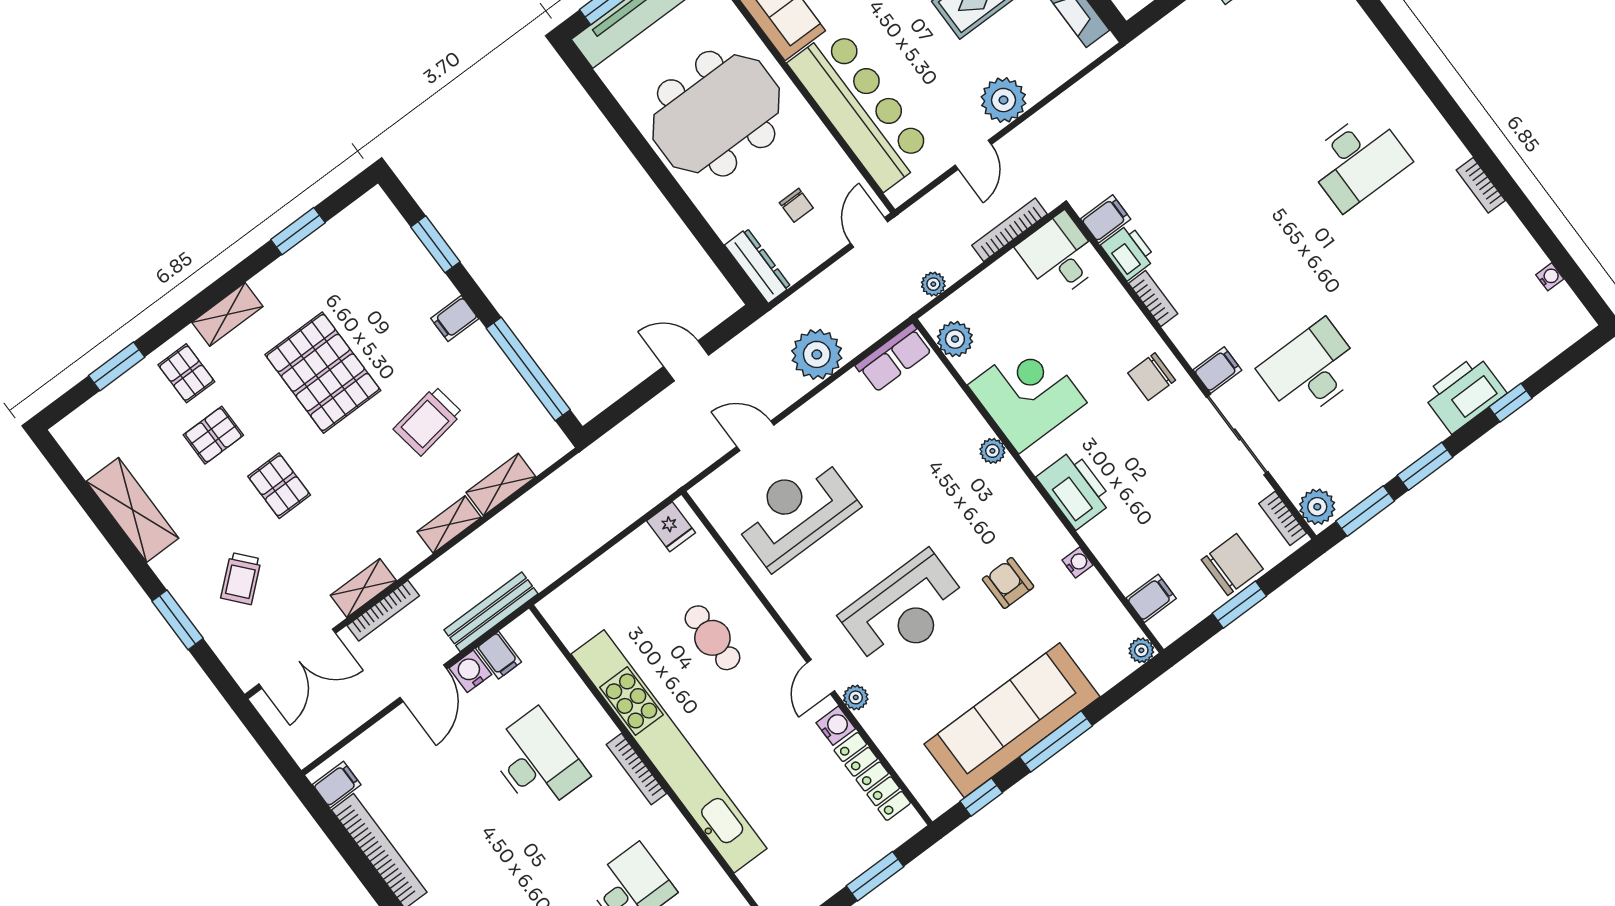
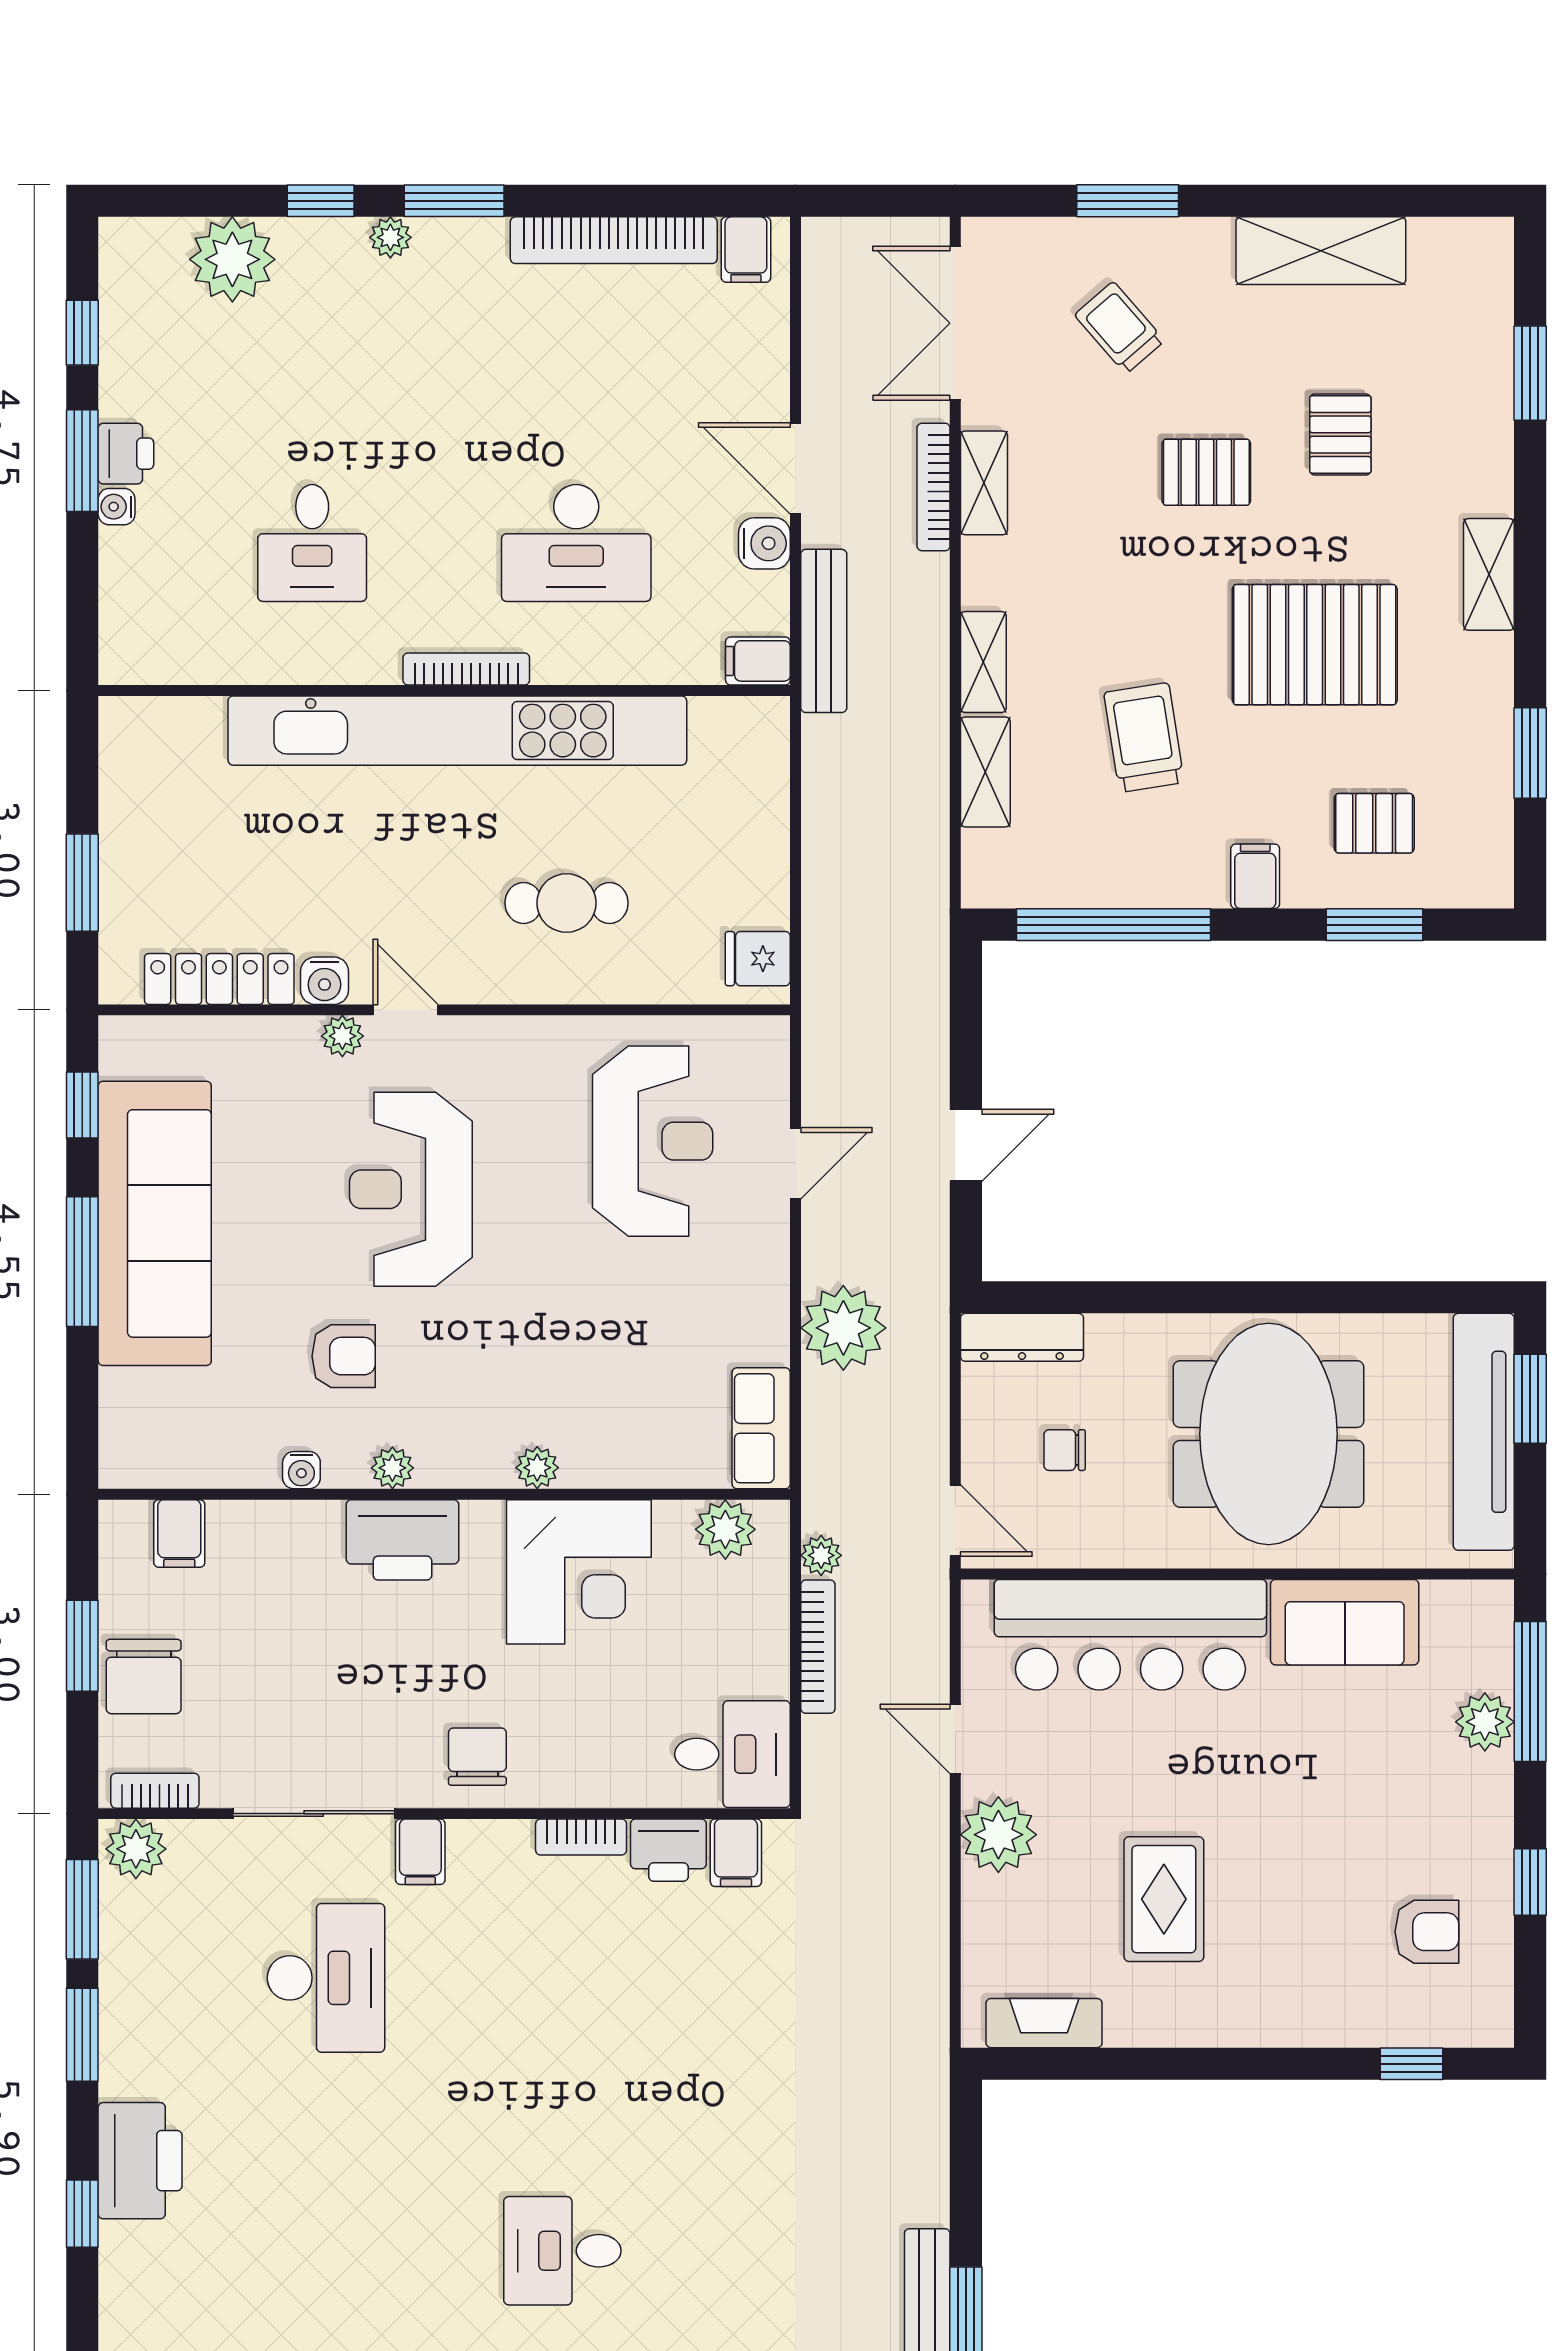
desk: (1357, 160) -> (562, 2251), width x0.73
bookcase: (1010, 230) -> (818, 1647), moved
pallet: (186, 373) -> (1374, 823), moved
plant: (1141, 650) -> (392, 1468), moved
filing cabinet: (499, 655) -> (758, 661), moved

